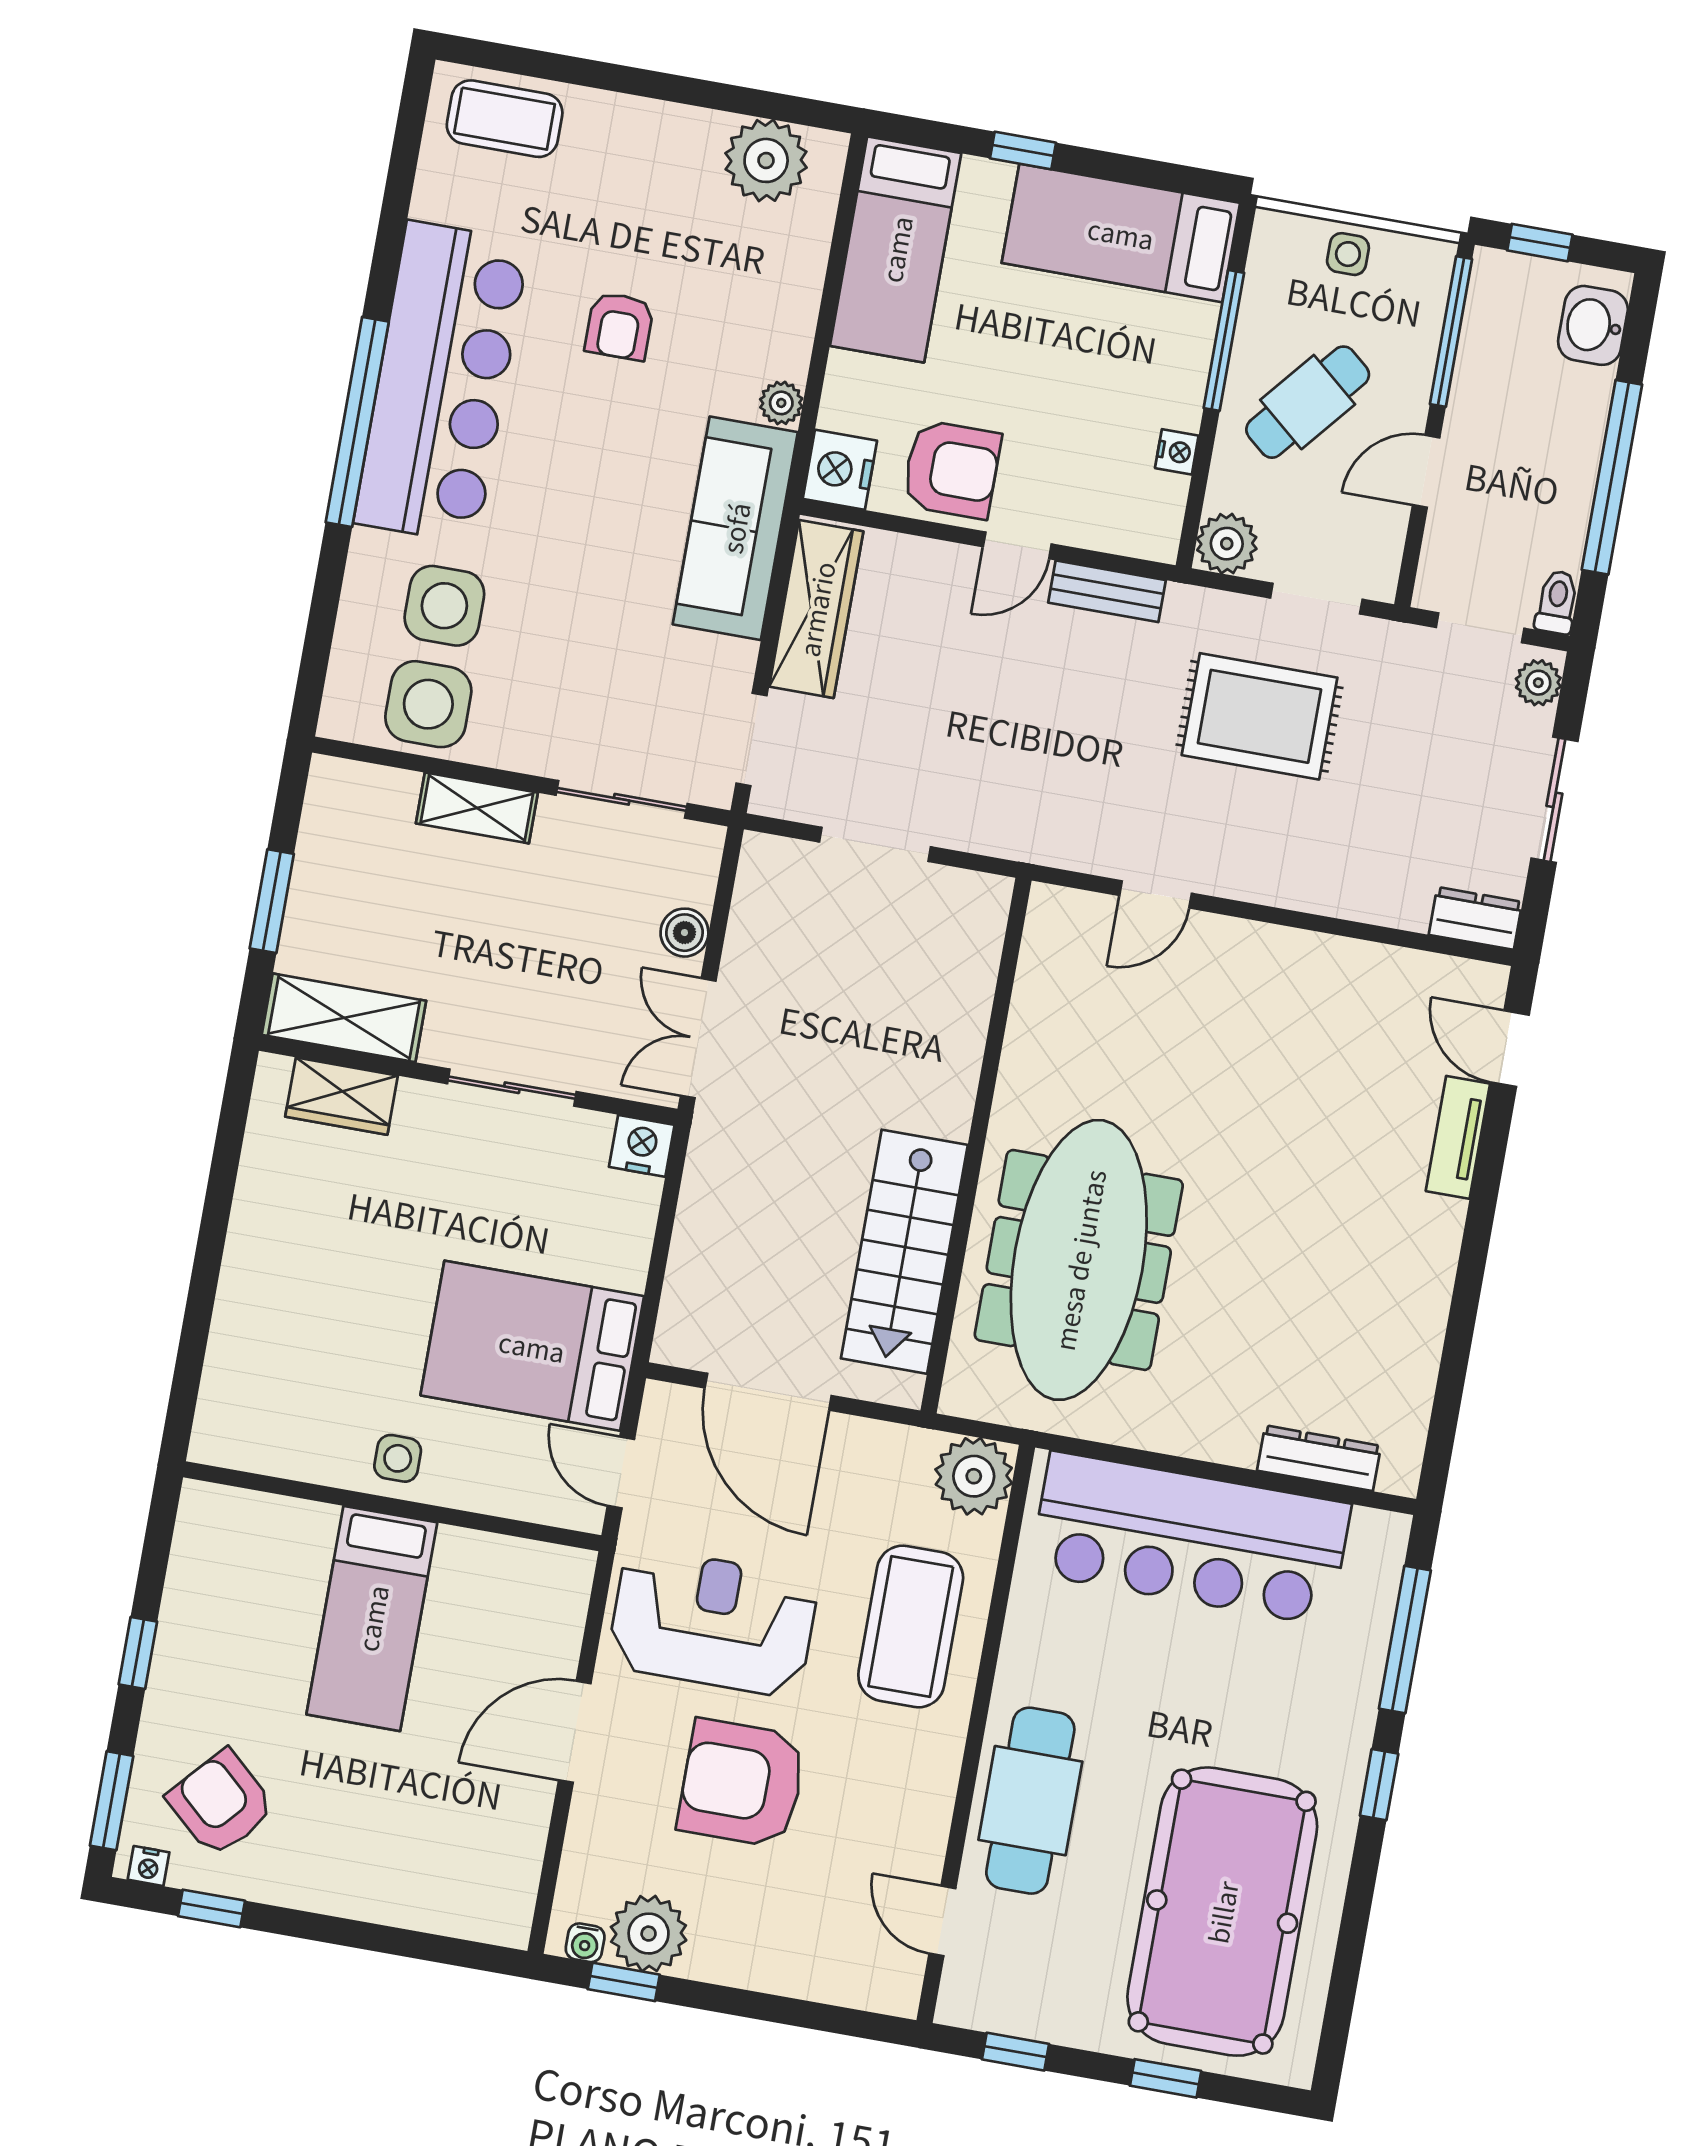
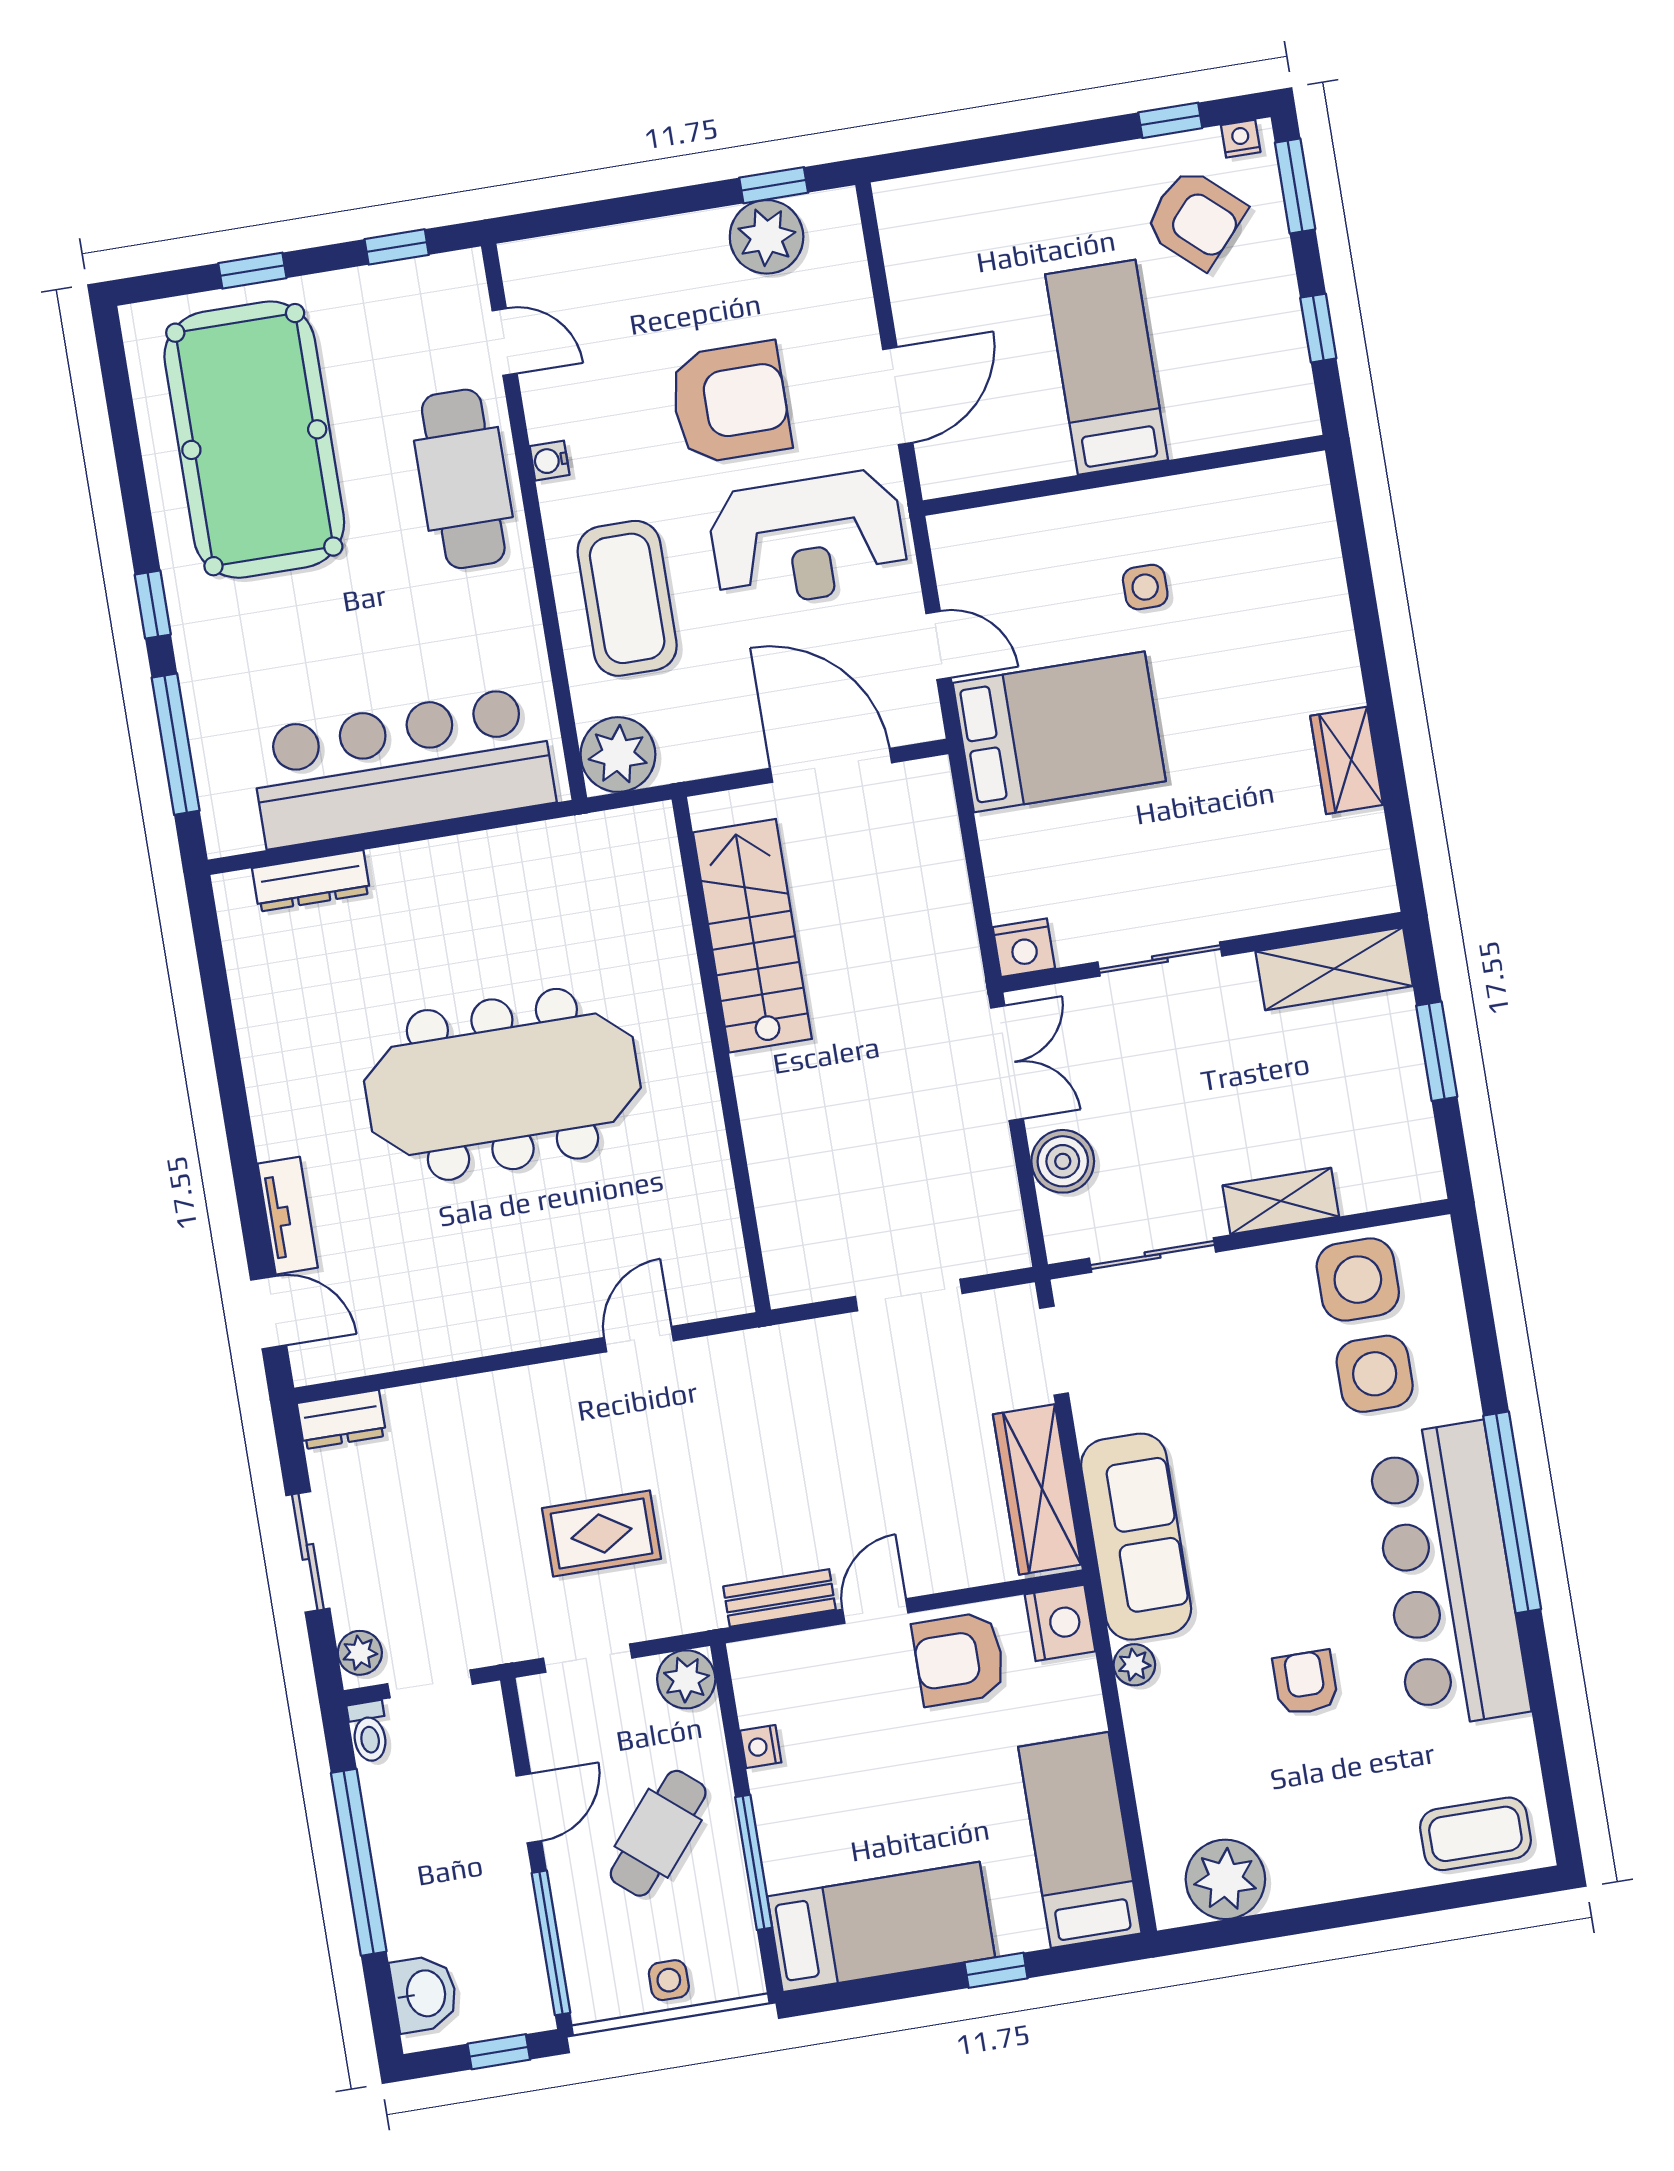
rug: (1260, 716) -> (602, 1533), width x0.73, depth x0.70
boiler: (684, 933) -> (1063, 1161), width x1.36, depth x1.36
wardrobe: (342, 1096) -> (1347, 760), moved, turned -90
meeting table: (1079, 1260) -> (502, 1084), moved, turned 90
wall: (392, 1506) -> (1124, 475), moved
bed: (372, 1618) -> (1107, 367), moved
water cooler: (585, 1943) -> (550, 461), moved, turned -90

